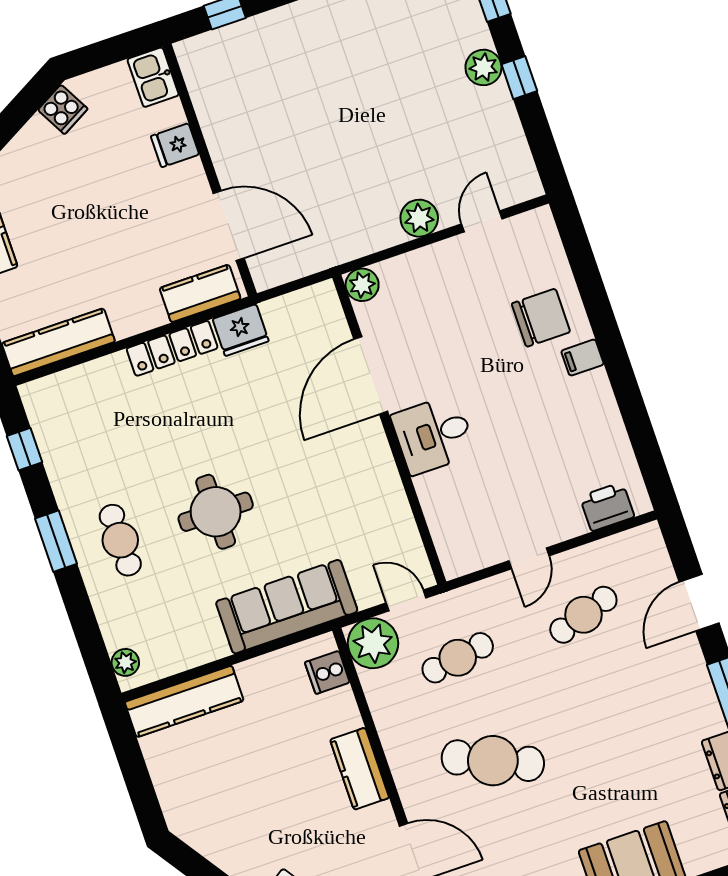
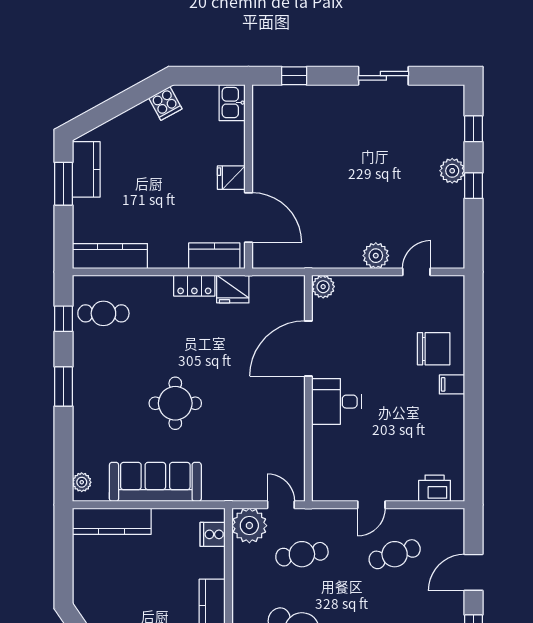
fridge: (175, 145) -> (231, 178), moved
locker: (172, 348) -> (194, 286), width x0.66
cafe table: (120, 540) -> (103, 313), moved, turned 90
sofa: (287, 607) -> (155, 482), moved

